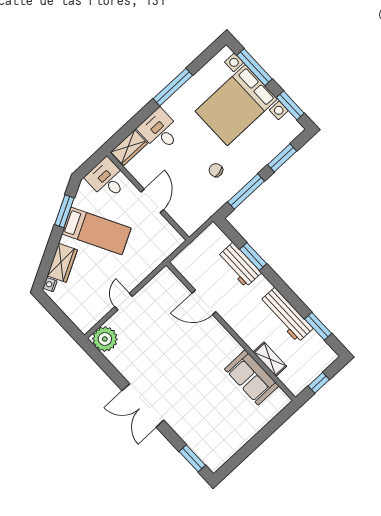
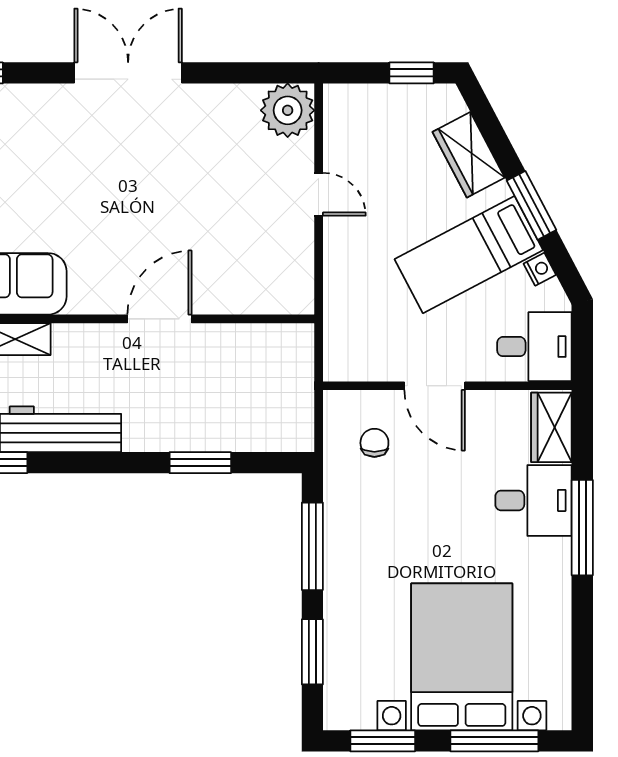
window: (173, 87) -> (582, 528), moved
chair: (216, 170) -> (374, 443), moved, turned -78
window: (64, 211) -> (531, 205), moved
workbench: (239, 265) -> (208, 429), removed
nightstand: (50, 285) -> (540, 269), moved
door: (204, 302) -> (159, 319), moved
window: (52, 309) -> (412, 73), added

